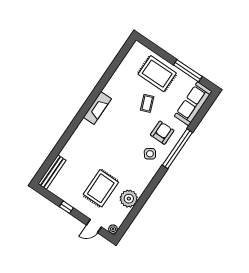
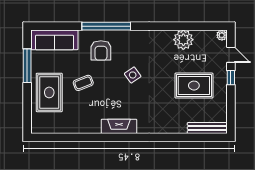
armchair: (162, 133) -> (101, 50), turned -90
side table: (150, 154) -> (133, 75), moved
rug: (101, 188) -> (194, 86), moved
window: (66, 207) -> (231, 78), moved

